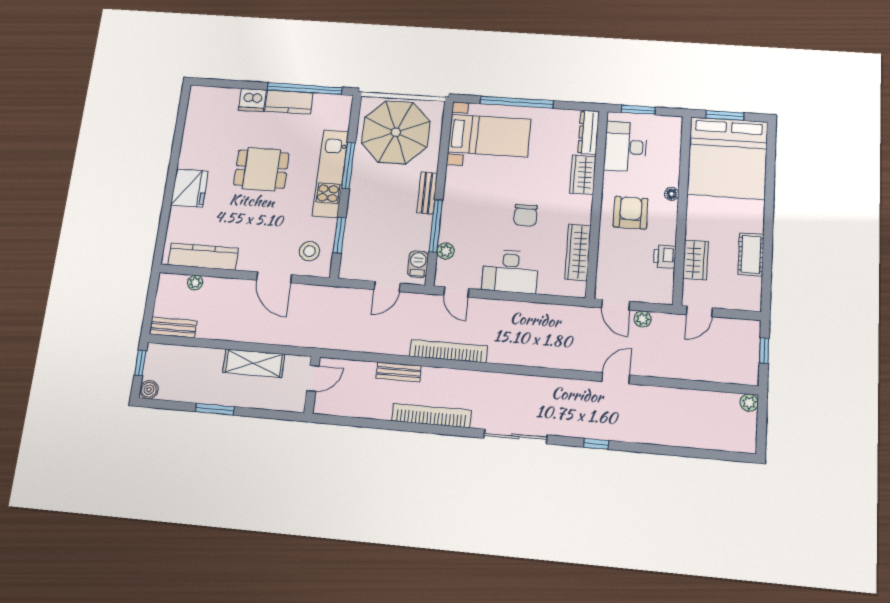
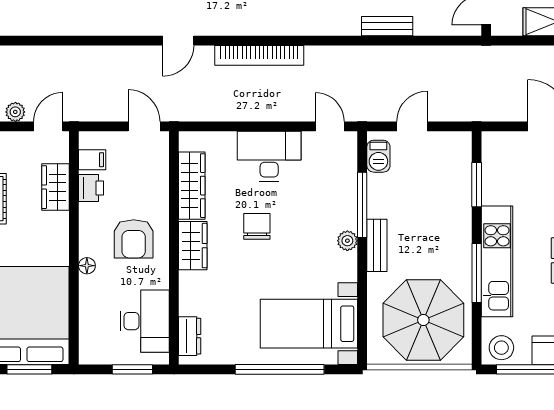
dresser: (589, 132) -> (190, 336), width x0.70
wardrobe: (583, 175) -> (193, 246), moved
stool: (310, 251) -> (501, 348), moved
plant: (446, 251) -> (347, 241), moved
filing cabinet: (662, 280) -> (92, 160), added
plant: (643, 319) -> (15, 112), moved
bookcase: (448, 351) -> (259, 55), moved
door: (616, 378) -> (178, 41), moved

